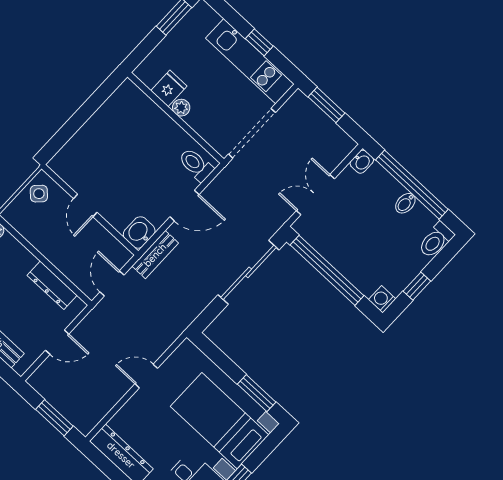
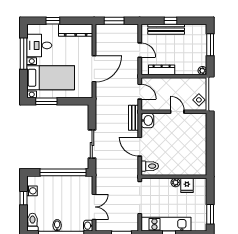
double door: (315, 195) -> (94, 207), moved
door: (184, 206) -> (140, 147), hinge flipped
sliding door: (249, 272) -> (92, 144), width x0.73
washing machine: (382, 299) -> (32, 191), moved
door: (57, 342) -> (140, 50), swing flipped
door: (146, 376) -> (94, 69), width x1.87

